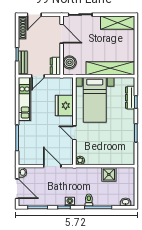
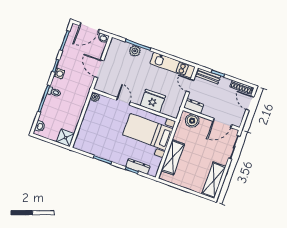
shelving: (110, 68) -> (173, 157), width x0.68
door: (74, 133) -> (123, 101), hinge flipped
plant: (24, 139) -> (135, 51), added
door: (52, 166) -> (99, 69), swing flipped
shower: (109, 174) -> (65, 138), moved

